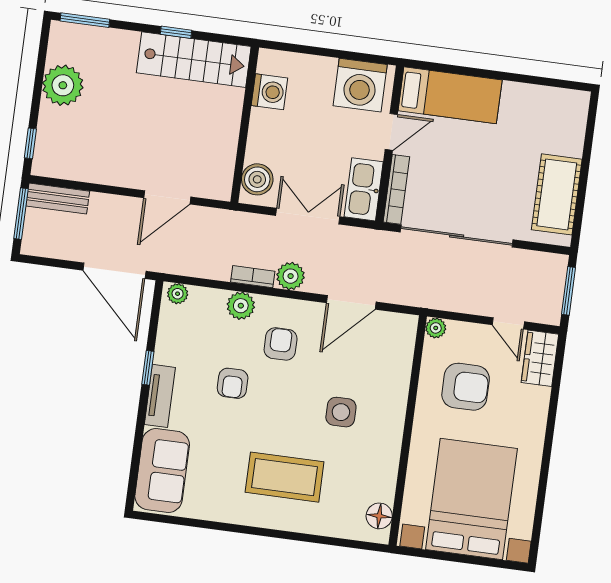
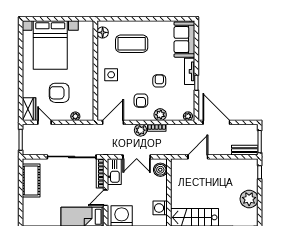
wall: (408, 431) -> (95, 71), moved
floor lamp: (379, 516) -> (103, 32), moved

